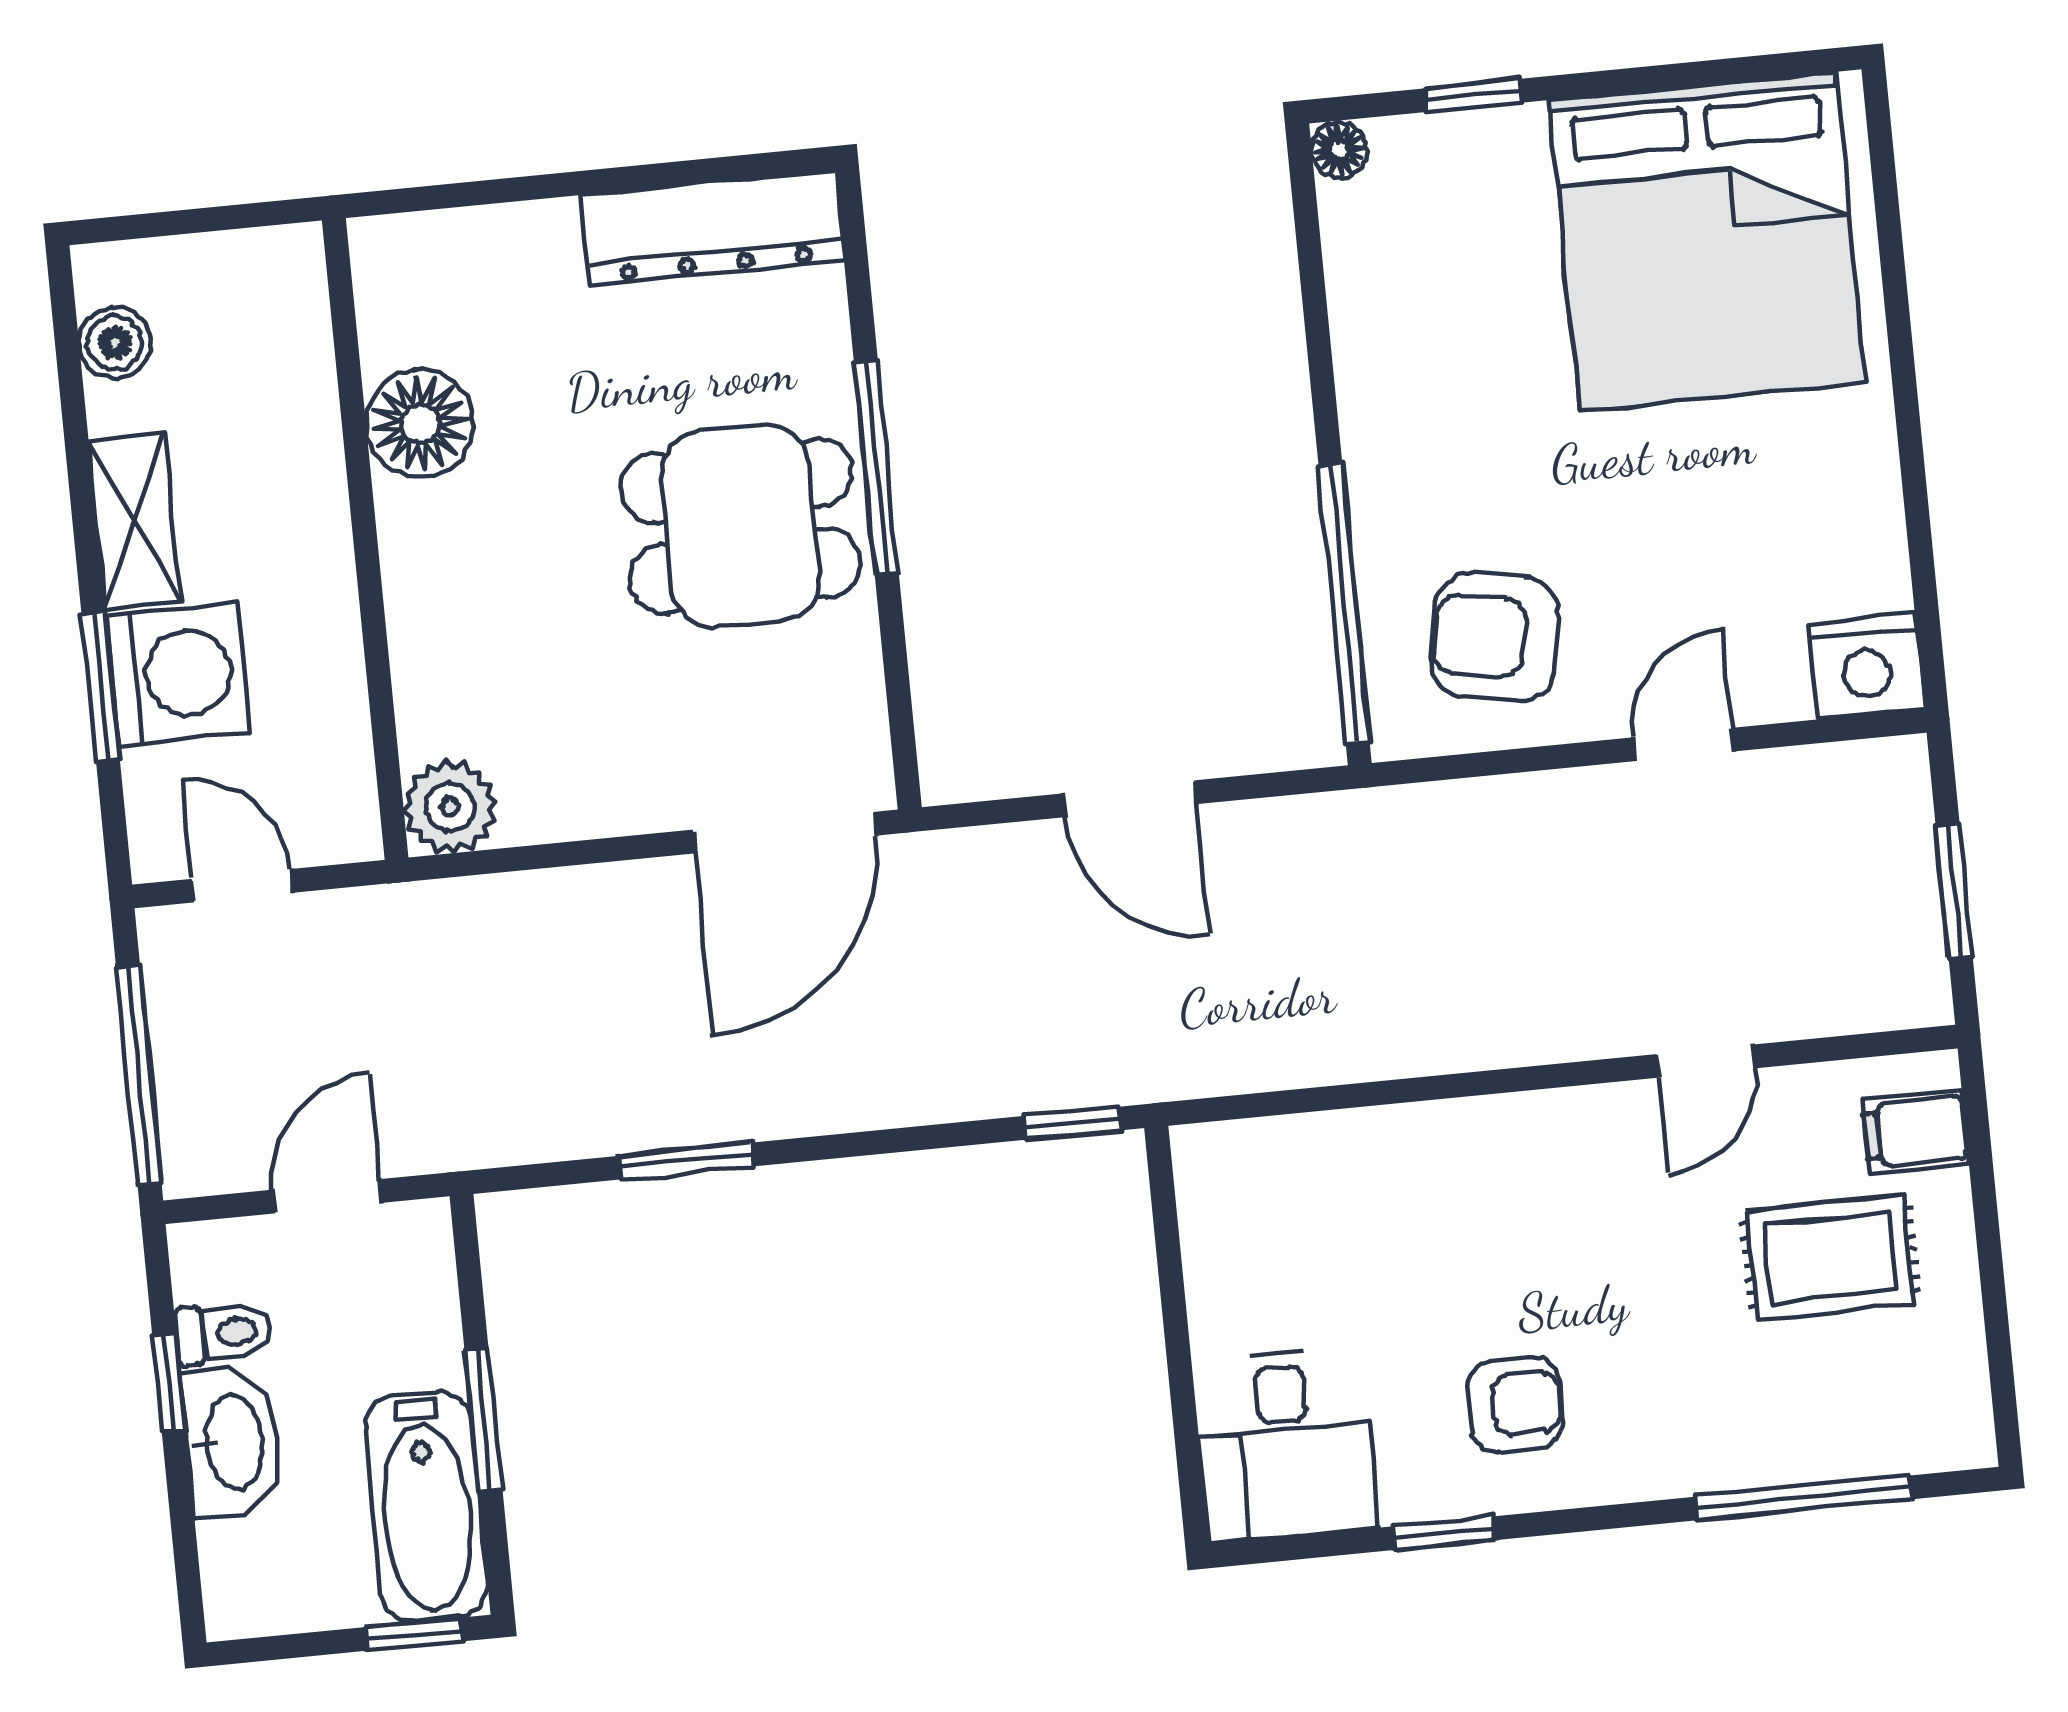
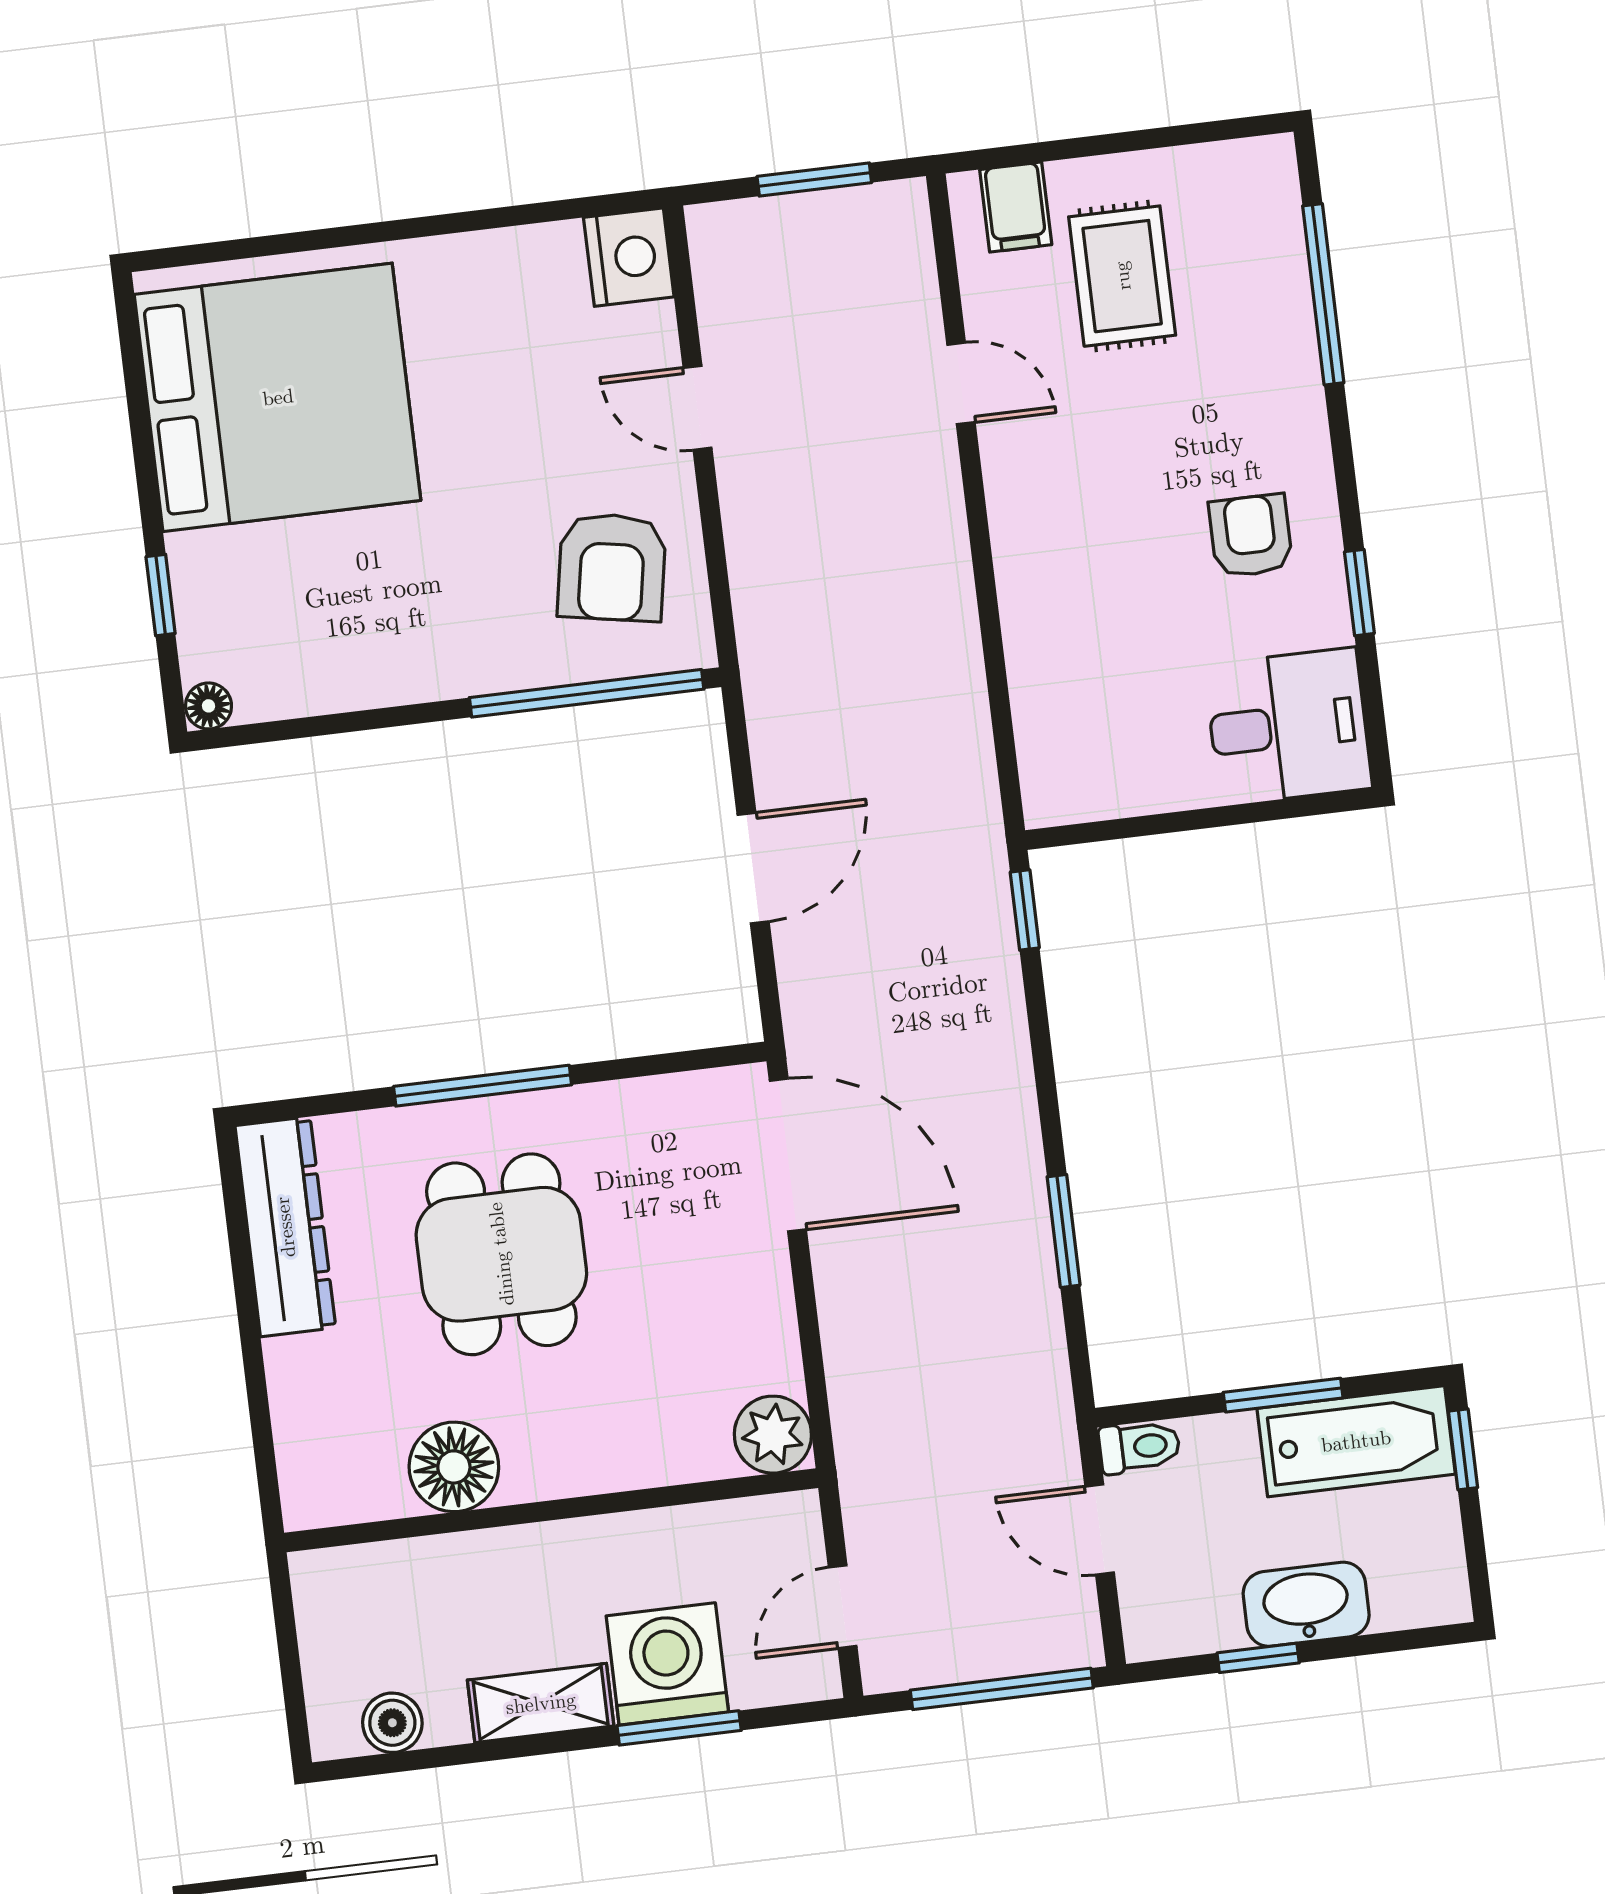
dining table: (740, 526) -> (501, 1254), moved
toilet: (224, 1333) -> (1139, 1447), moved, turned 90

